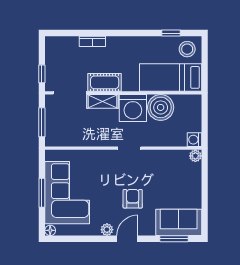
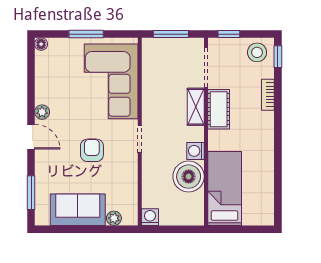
window: (171, 33) -> (278, 57), moved
stool: (187, 49) -> (257, 52), moved
washing machine: (133, 108) -> (196, 151), width x0.53, depth x0.53
plant: (195, 156) -> (114, 218), moved
corner sofa: (67, 193) -> (111, 81), moved, turned 90
armchair: (133, 199) -> (92, 150), moved, turned -90
sofa: (179, 222) -> (78, 210), moved, turned -90

